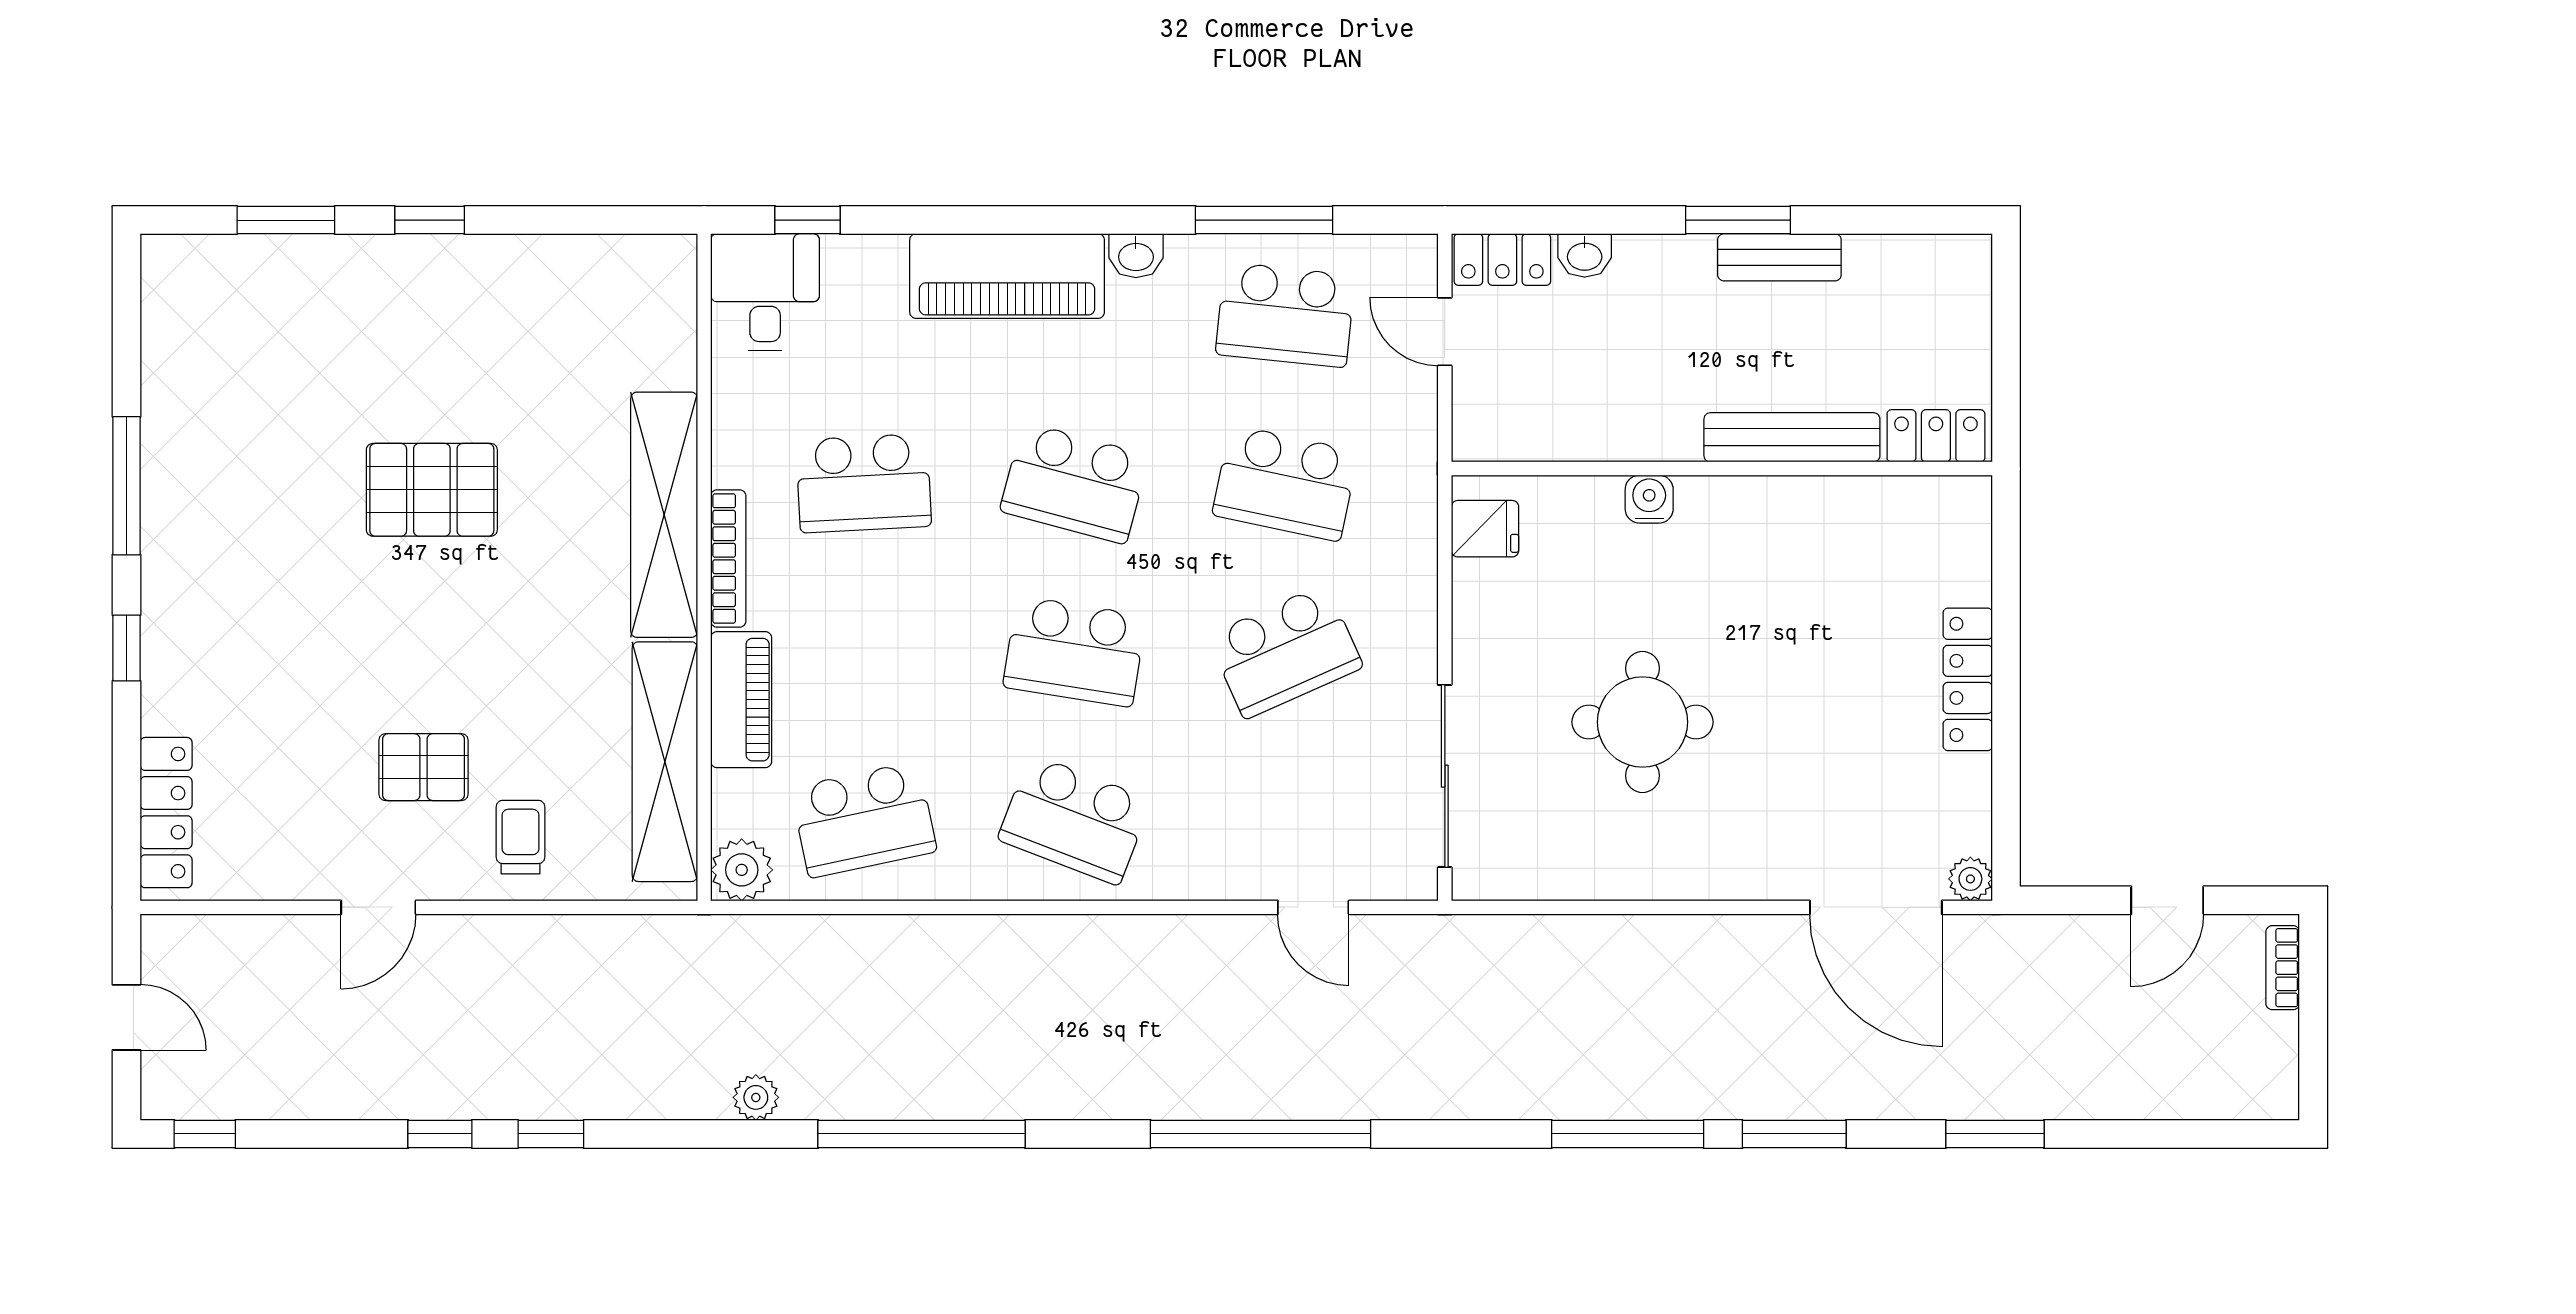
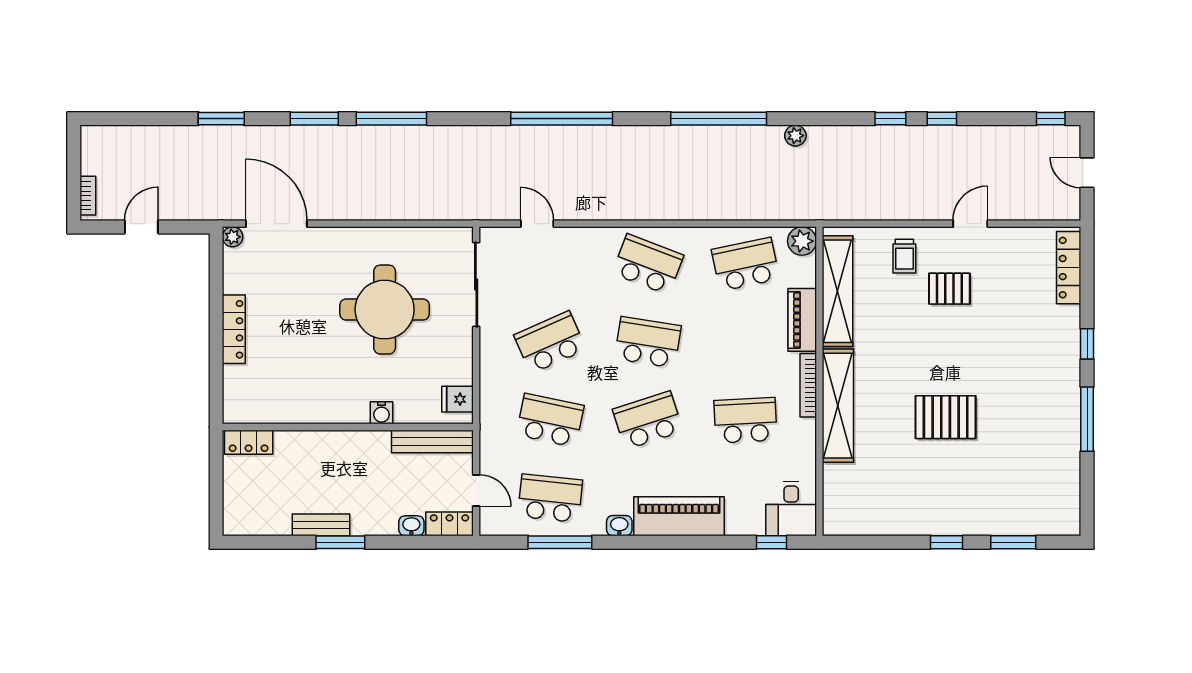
bench: (1792, 437) -> (432, 441), moved
school desk: (1074, 483) -> (648, 420), turned -33
round table: (1642, 722) -> (385, 310), width x1.36, depth x1.36

